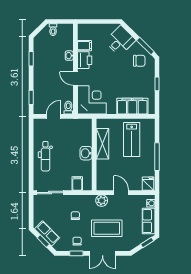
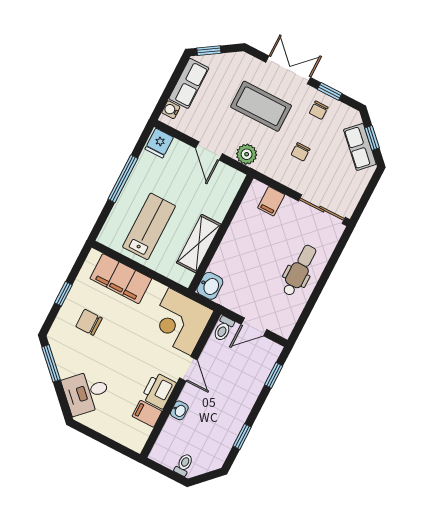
chair: (139, 61) -> (89, 322), moved
washbasin: (86, 153) -> (210, 286), moved

